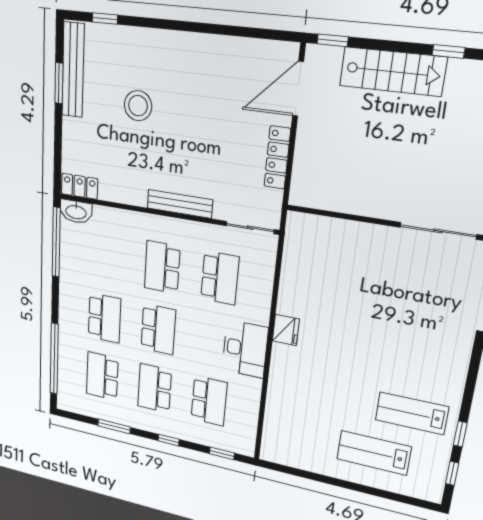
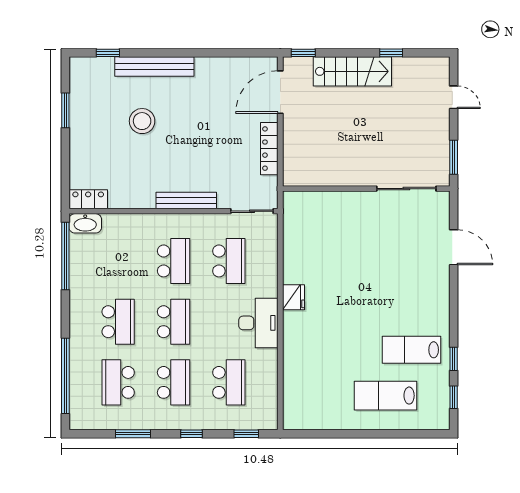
bench: (73, 70) -> (154, 66), moved, turned 90
school desk: (162, 267) -> (174, 261), turned 180
school desk: (155, 388) -> (174, 382), turned 180

